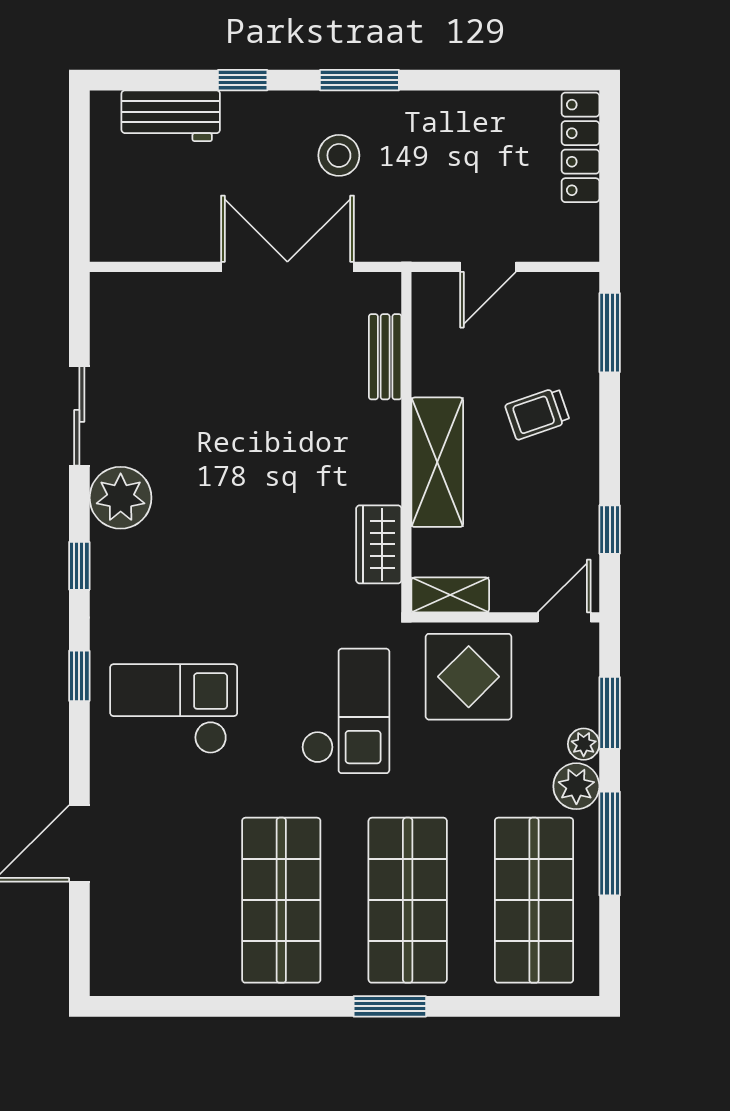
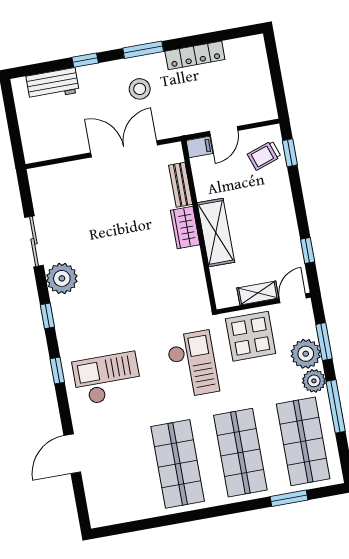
locker: (580, 147) -> (195, 55), moved, turned -90
filing cabinet: (435, 290) -> (199, 147), added
window: (610, 333) -> (290, 153), width x0.67
trolley: (537, 414) -> (264, 155), moved
wardrobe: (379, 544) -> (185, 227), moved
shelving: (450, 595) -> (258, 293), moved
plant: (584, 744) -> (306, 354), width x1.88, depth x1.88
window: (390, 1006) -> (289, 498), moved

